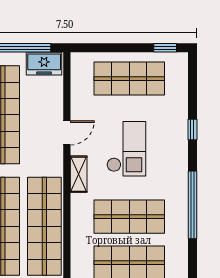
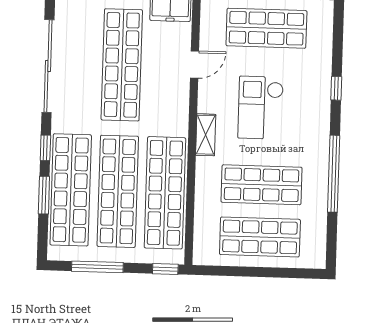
door: (67, 133) -> (195, 65), moved
checkout: (126, 149) -> (261, 108), turned 180

